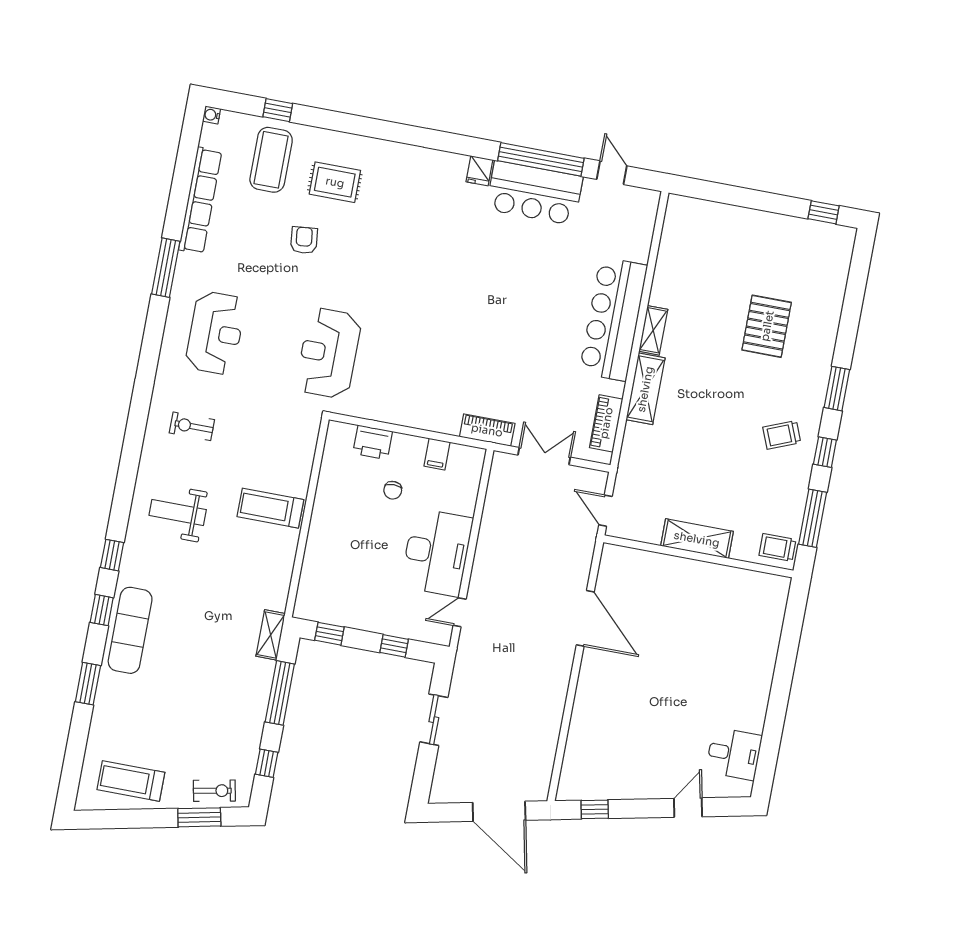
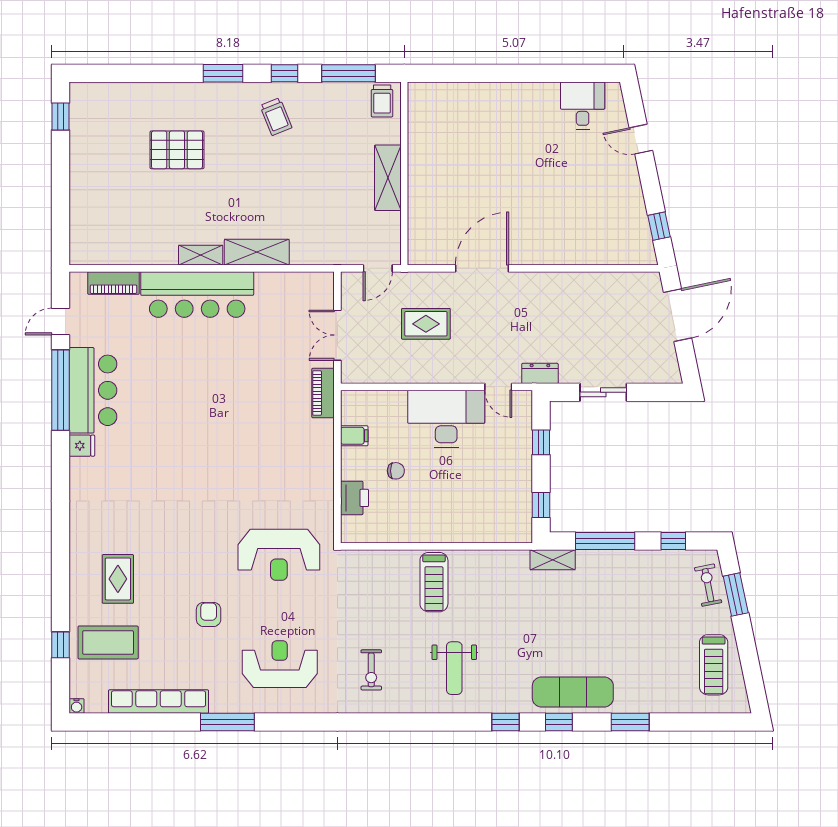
armchair: (304, 240) -> (209, 614), moved, turned 96
piano: (606, 423) -> (113, 283), moved
rug: (539, 550) -> (426, 324), added
dresser: (465, 658) -> (540, 373), added

